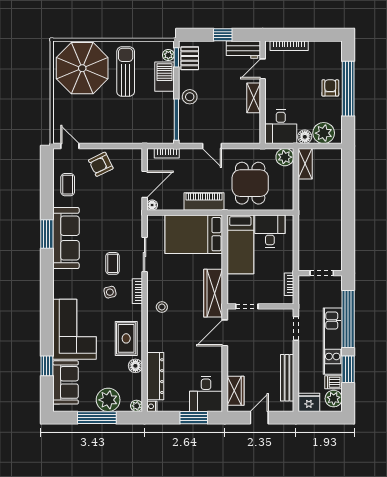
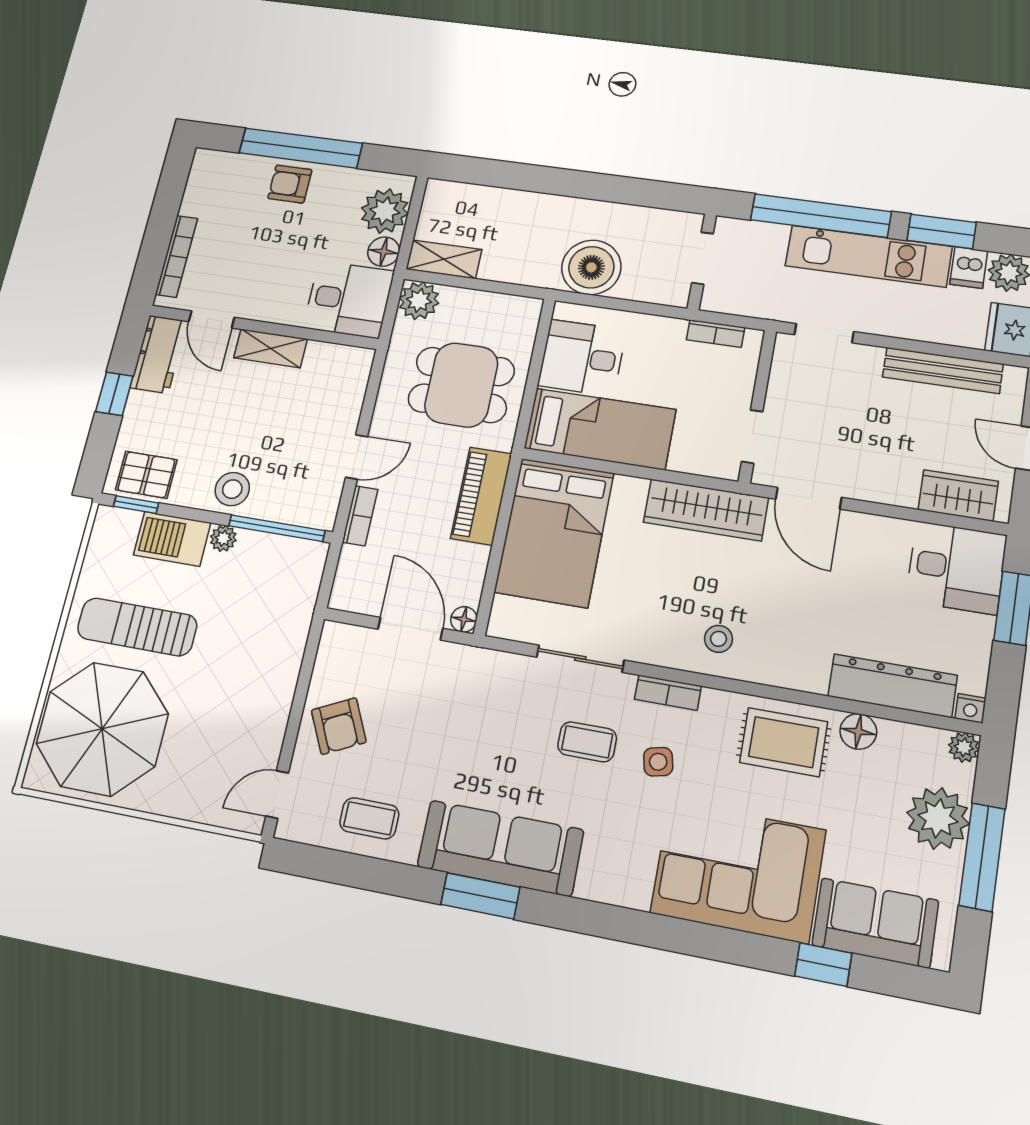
plant: (168, 55) -> (223, 538), moved
bookcase: (167, 153) -> (360, 516), moved
boiler: (311, 227) -> (591, 267), added

